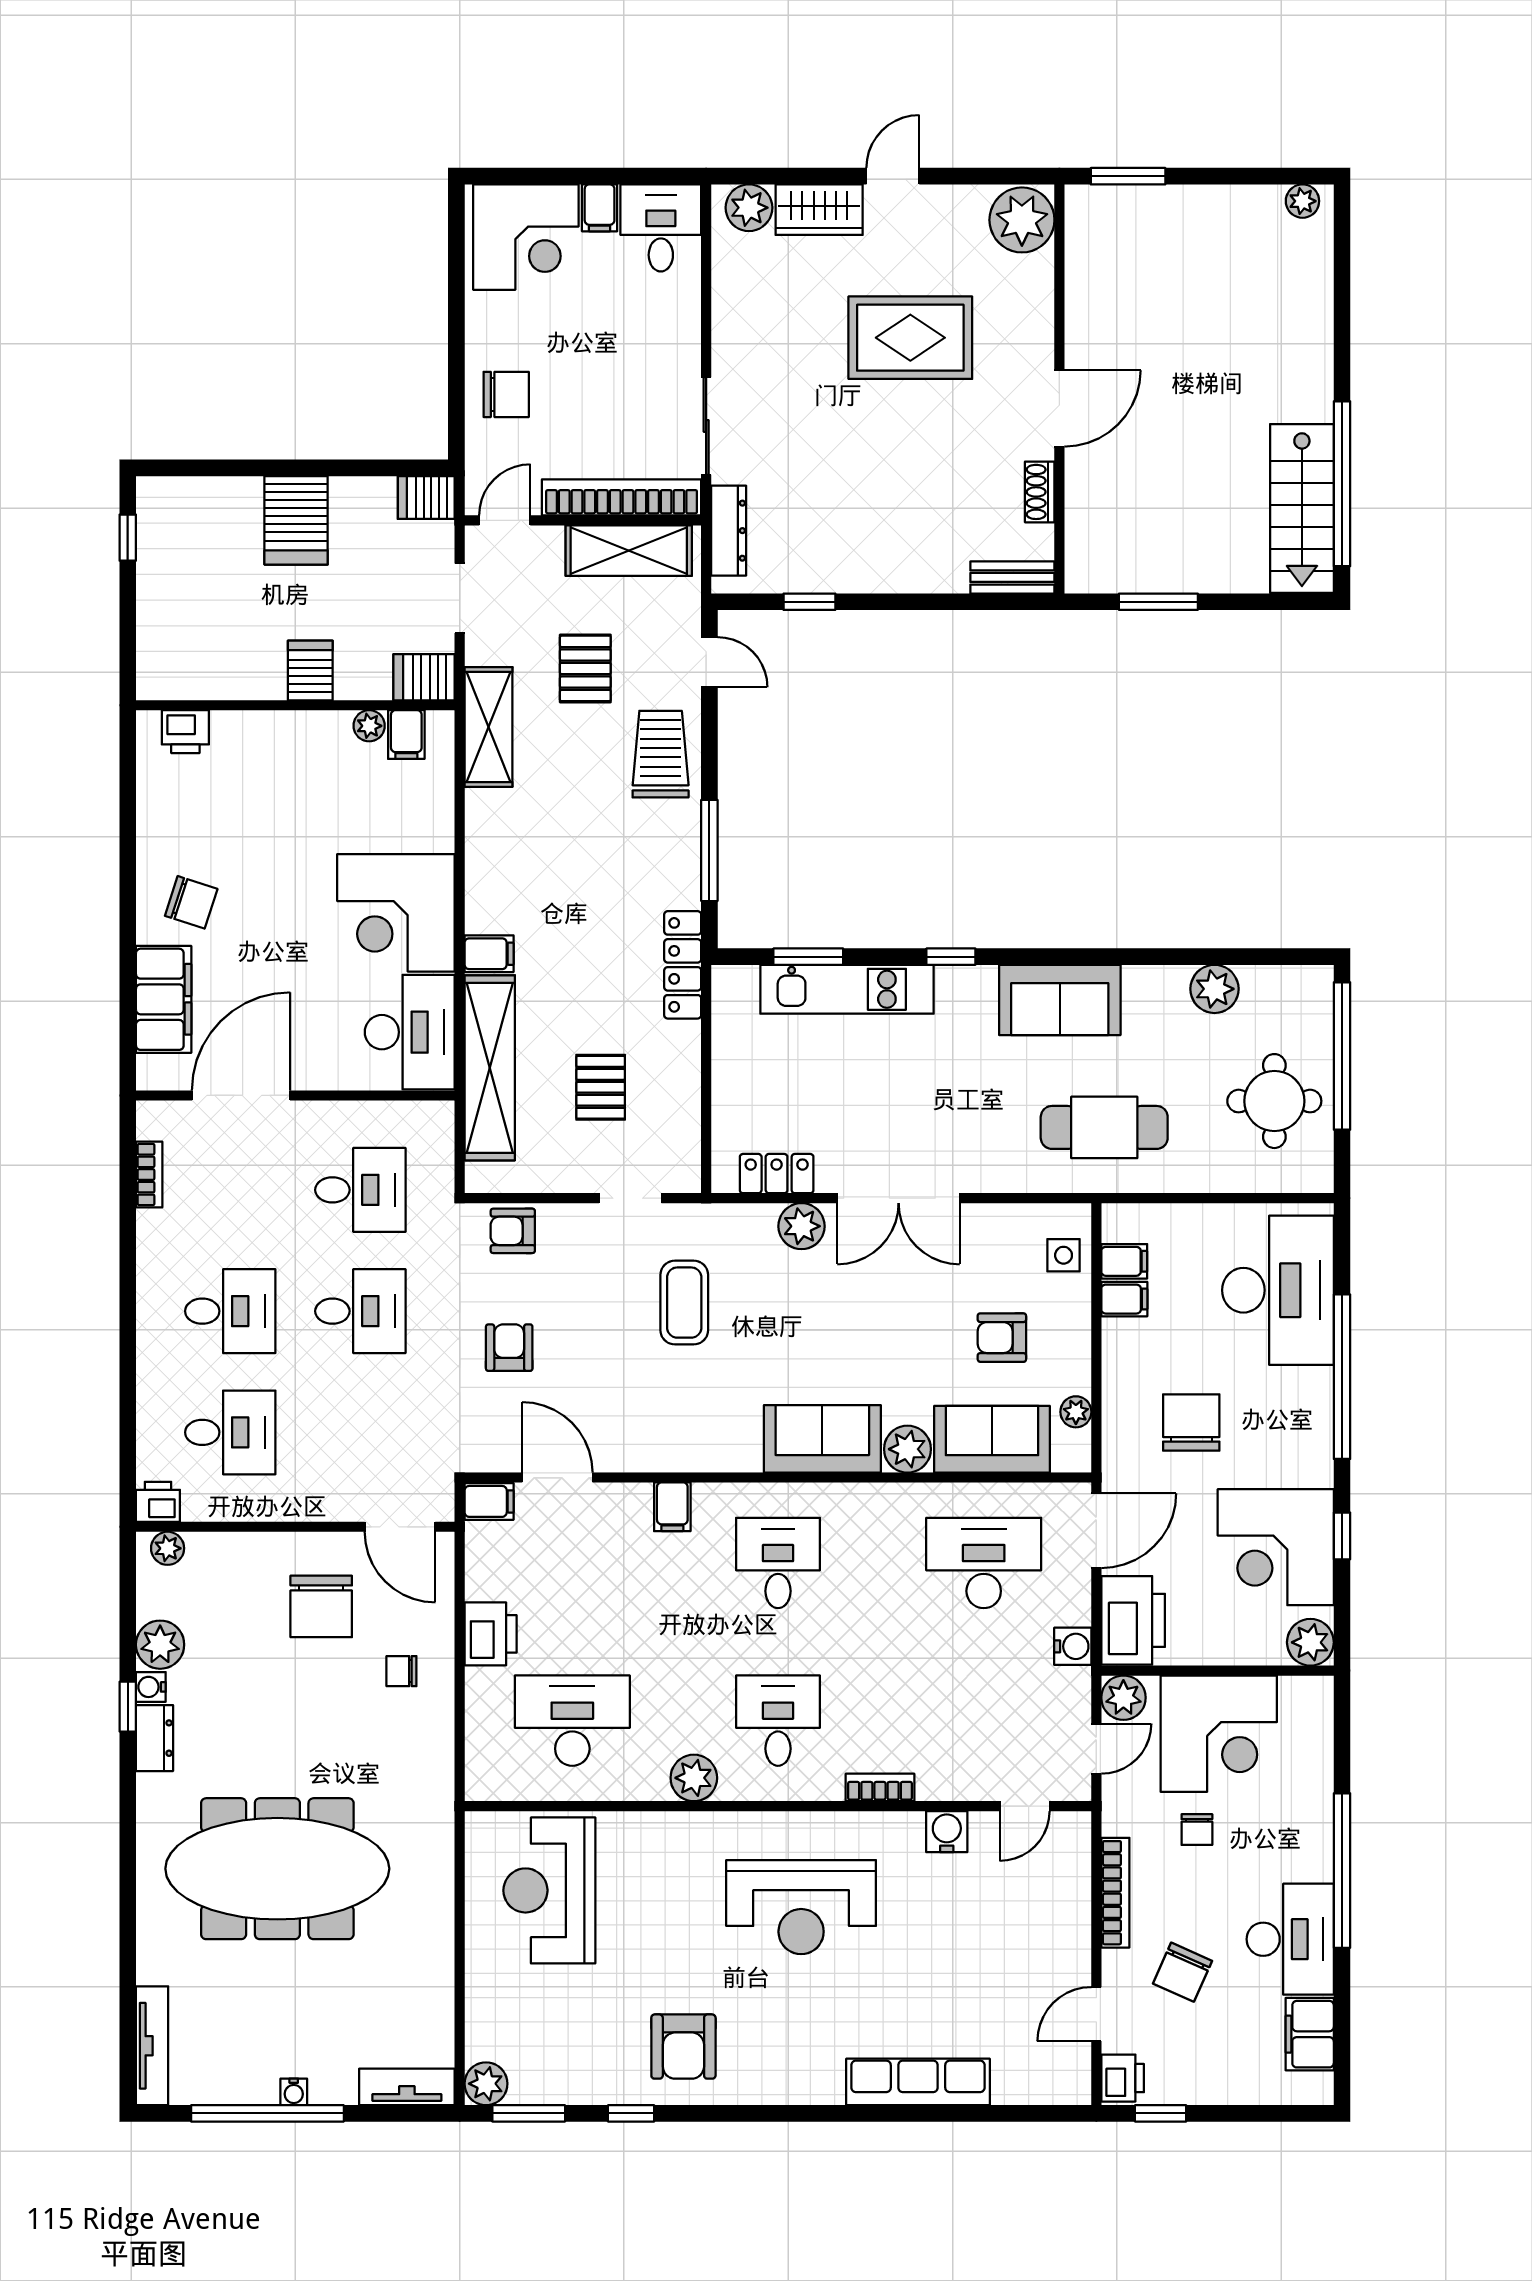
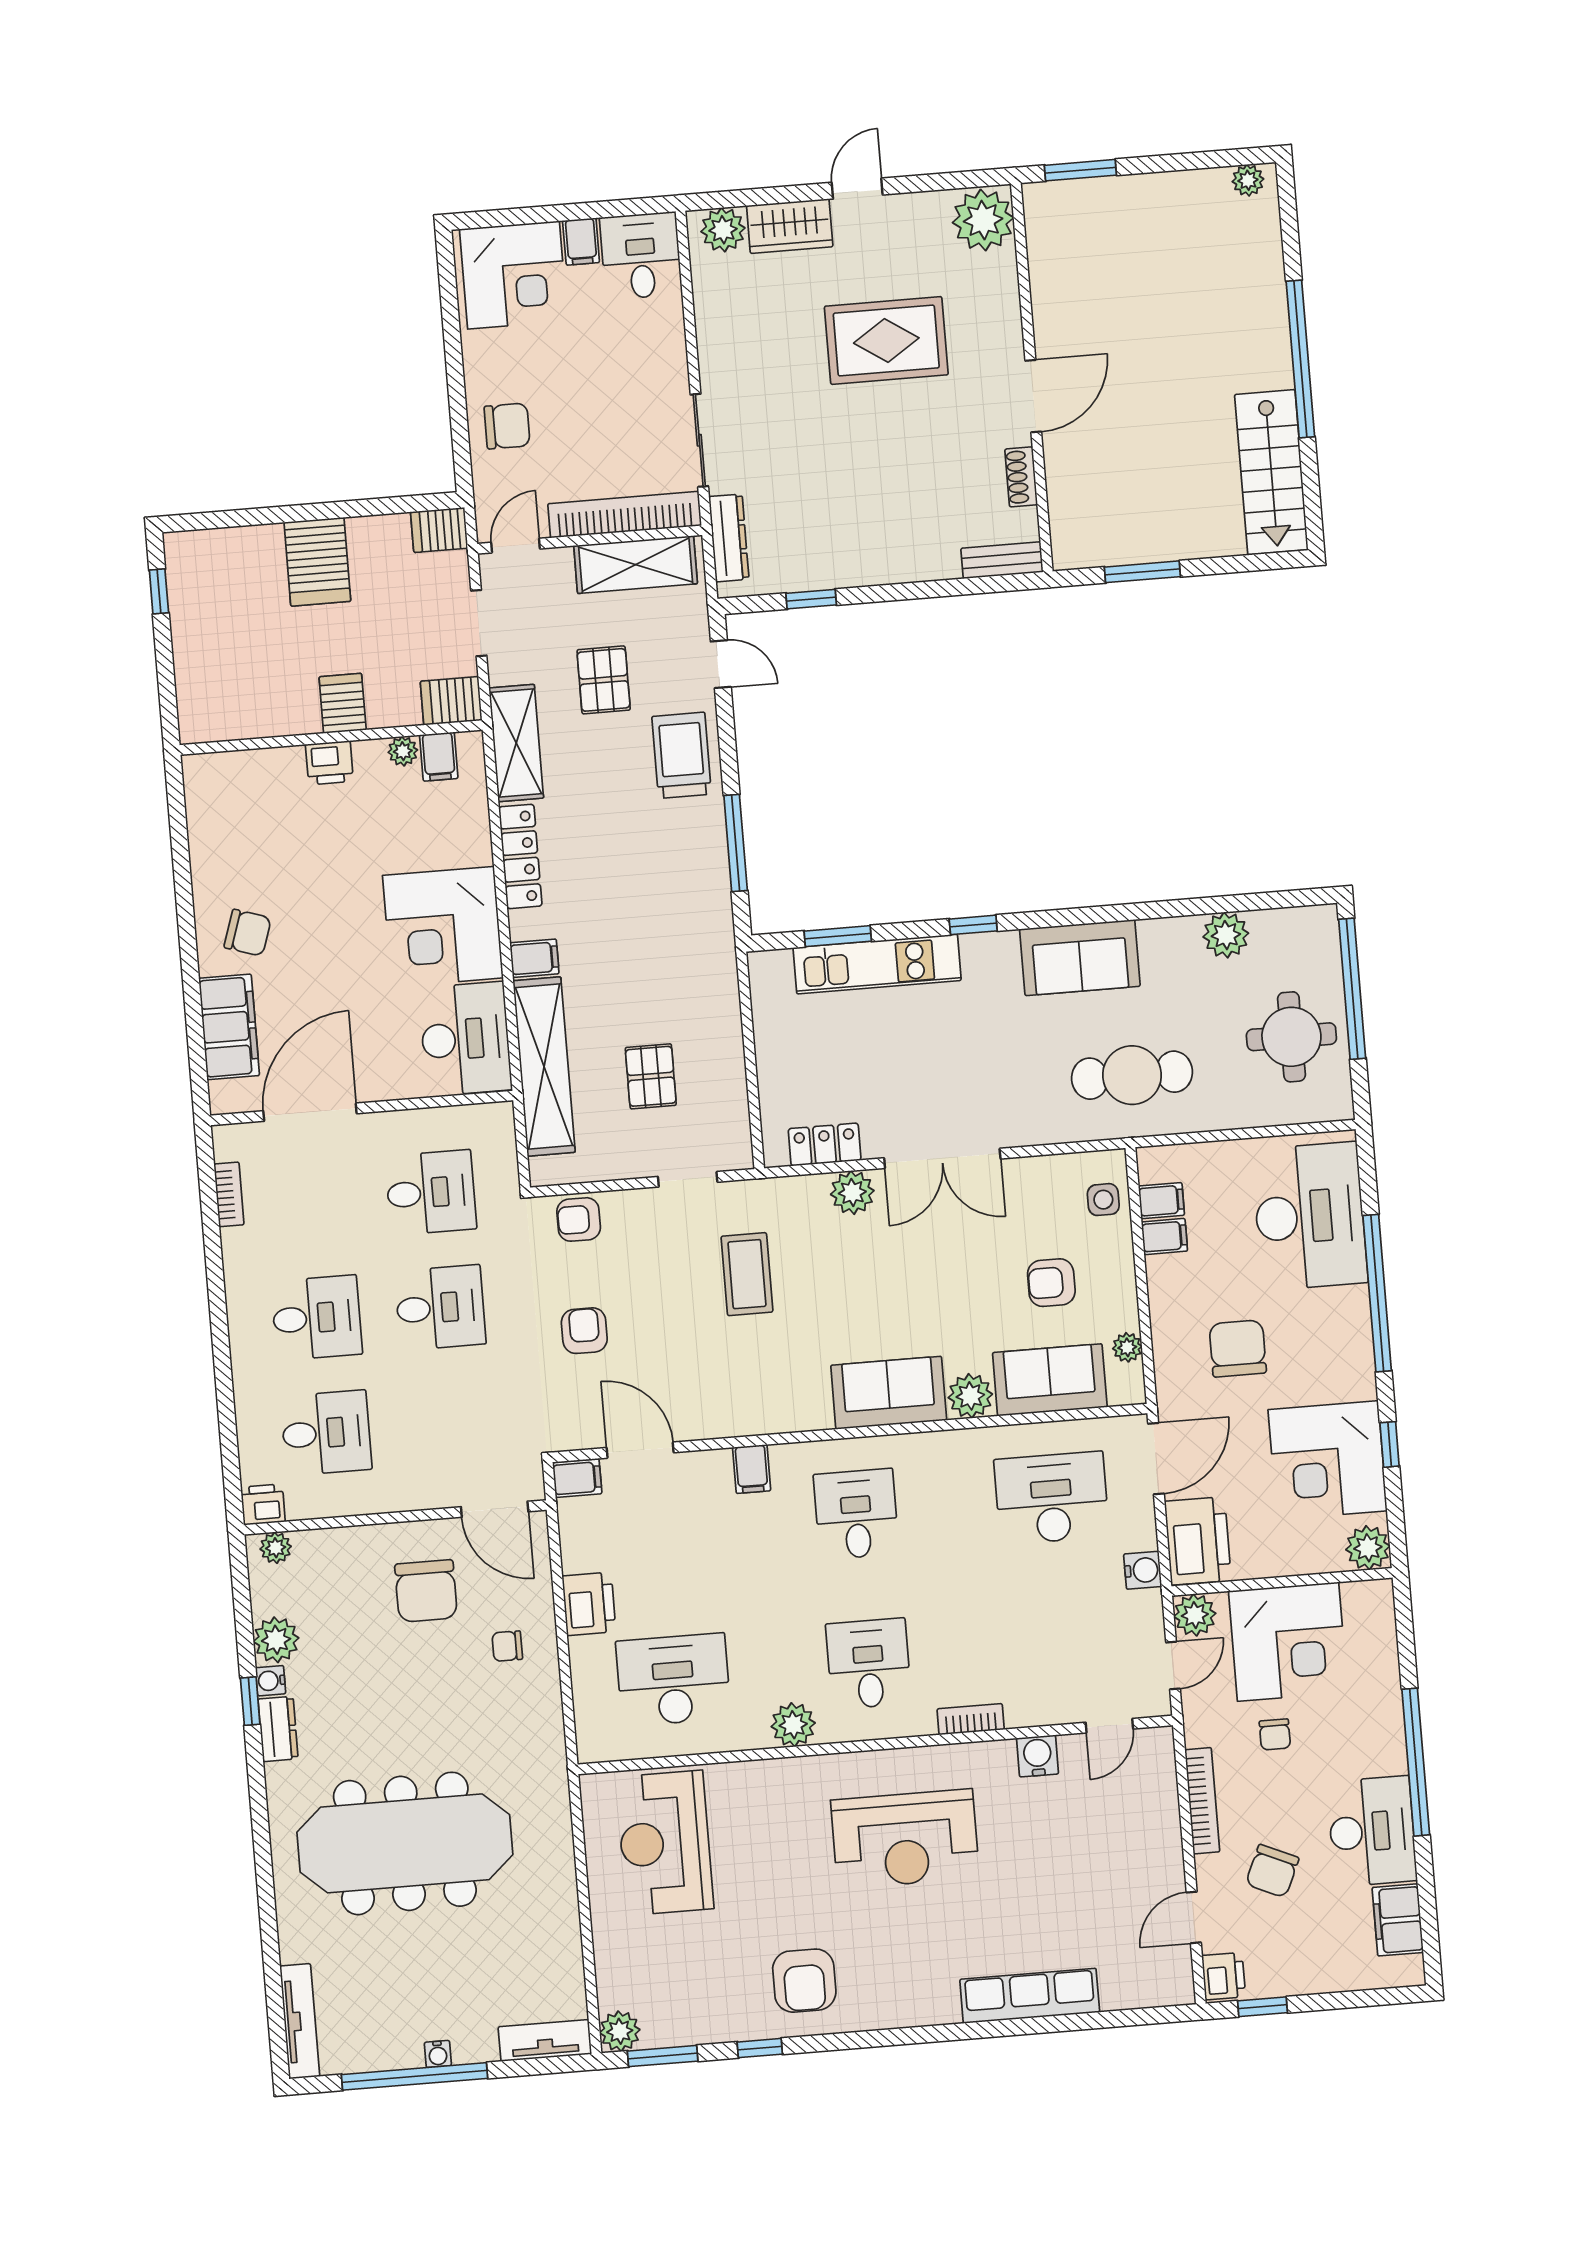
window: (1342, 484) -> (1300, 359), moved
printer: (185, 732) -> (329, 763), moved
locker: (683, 965) -> (520, 856), moved, turned 180

